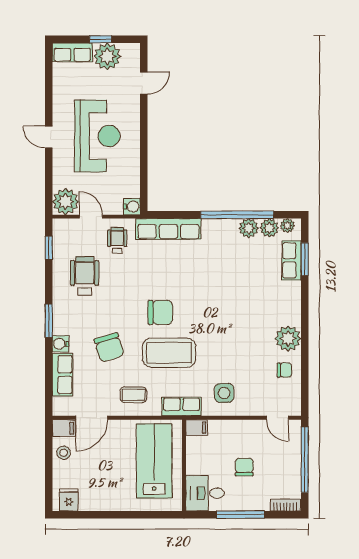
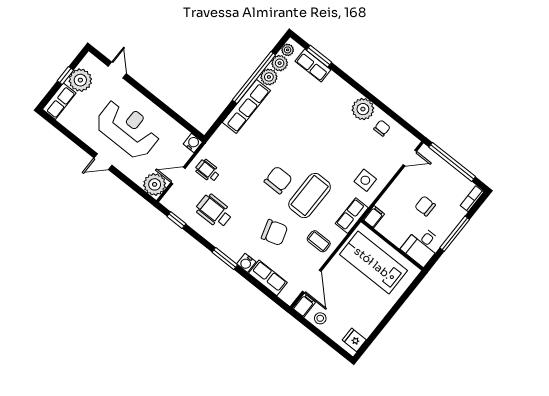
row of seats: (168, 229) -> (246, 106), moved
coffee table: (133, 395) -> (319, 241), turned 90

